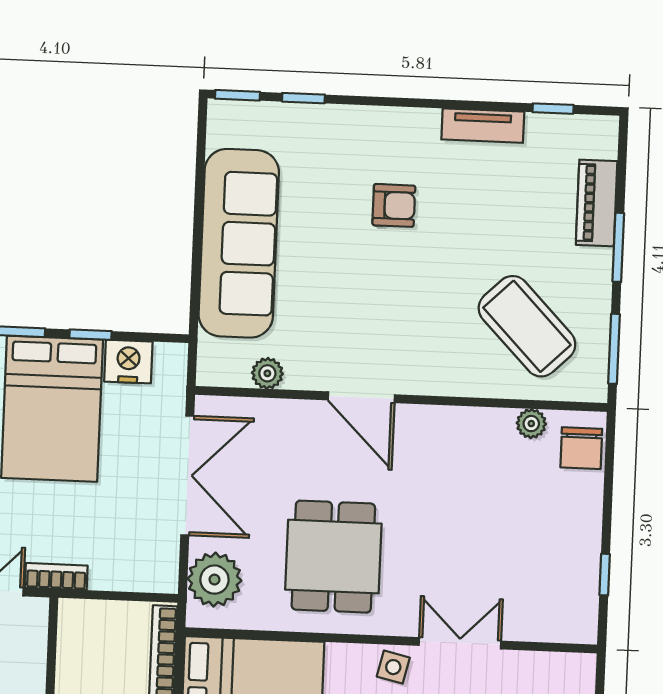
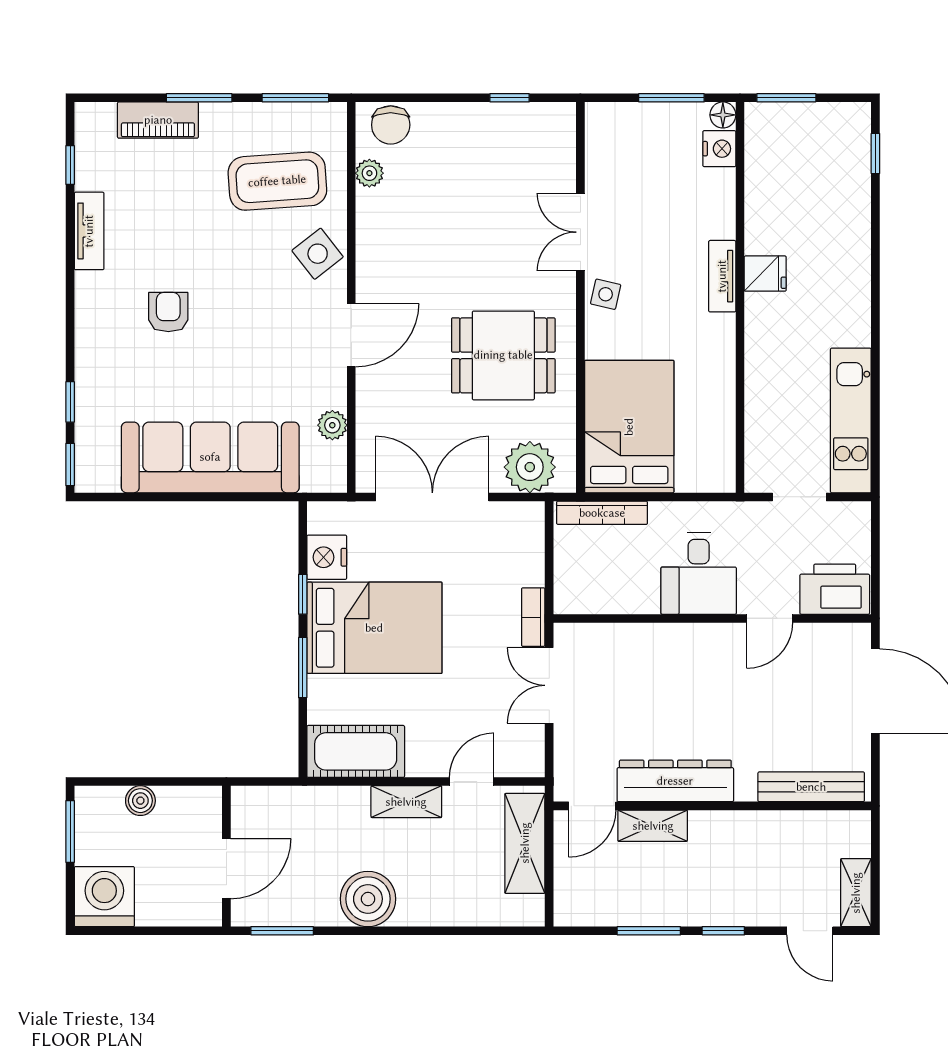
coffee table: (527, 326) -> (277, 181), turned 40
side table: (449, 365) -> (318, 254), added
chair: (581, 448) -> (391, 125), turned 90

